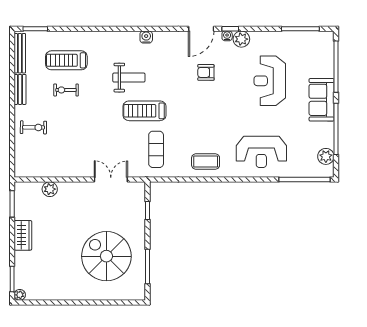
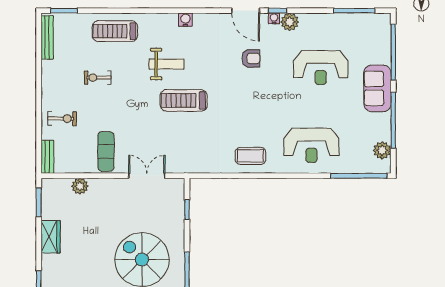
door: (201, 29) -> (246, 11), hinge flipped
treadmill: (66, 60) -> (115, 31), moved
armchair: (206, 72) -> (251, 58), turned 180
reception desk: (270, 81) -> (321, 68), turned -90
bench: (20, 89) -> (47, 157), moved
exercise mat: (156, 149) -> (106, 151), moved

